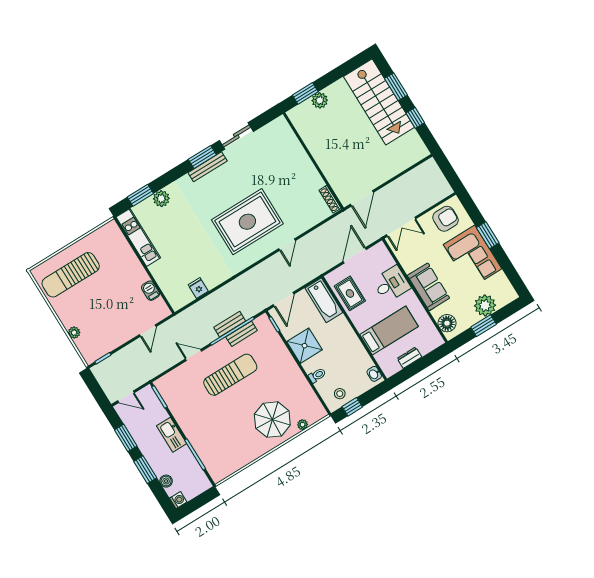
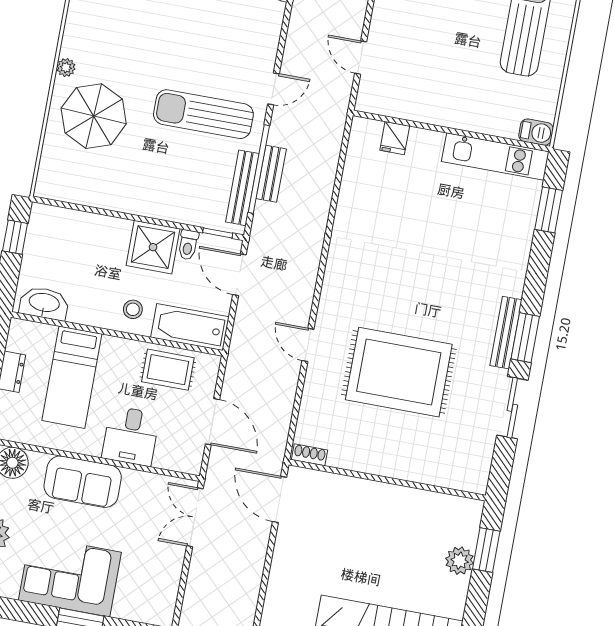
plant: (161, 199) -> (519, 234), removed
shoe rack: (330, 199) -> (310, 455), width x0.70
armchair: (445, 219) -> (152, 586), removed
rug: (247, 222) -> (399, 372), moved, turned 90
fridge: (198, 288) -> (395, 138), moved, turned 90
barbecue: (150, 291) -> (536, 132), moved
bench: (242, 334) -> (242, 188), width x1.36
washbasin: (374, 374) -> (44, 303), width x1.91, depth x1.45
sun lounger: (230, 375) -> (203, 114), turned 90
toilet: (317, 375) -> (188, 245), moved
stool: (340, 394) -> (133, 309), moved
plant: (303, 425) -> (66, 68), moved

